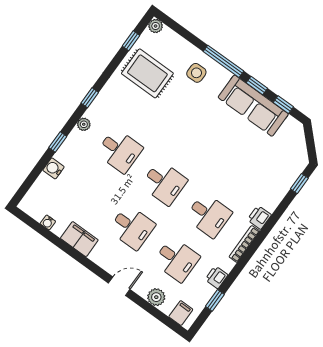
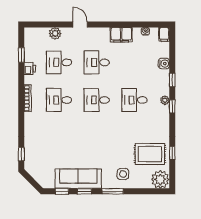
plant: (156, 26) -> (160, 179), width x1.87, depth x1.87
window: (131, 41) -> (172, 153), moved
window: (223, 61) -> (113, 191), width x0.69
window: (90, 98) -> (172, 106), moved
printer: (259, 217) -> (30, 119), removed
door: (119, 286) -> (80, 25), swing flipped
filing cabinet: (181, 313) -> (164, 34), moved

